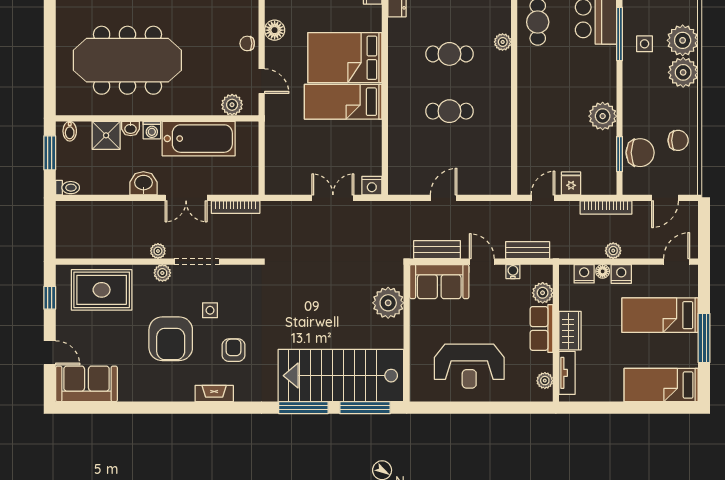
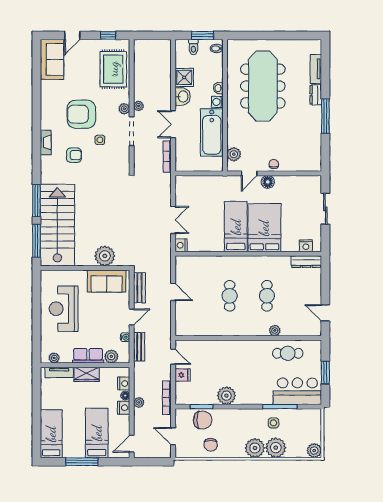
floor lamp: (275, 30) -> (268, 182), moved
shower: (106, 135) -> (184, 77), moved
chair: (640, 153) -> (203, 420), turned -90
toilet: (68, 188) -> (193, 47), moved
door: (677, 262) -> (132, 444), swing flipped
sofa: (439, 282) -> (107, 281), moved, turned -90

